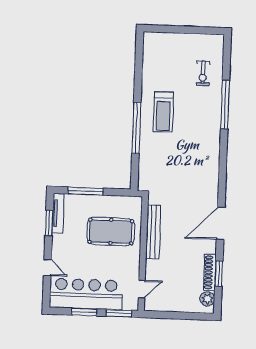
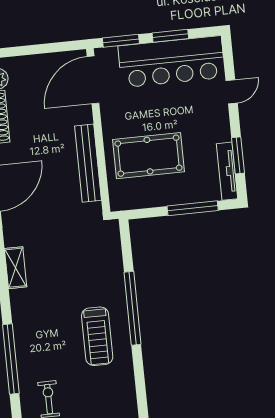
treadmill: (163, 112) -> (97, 336), turned 180
shelving: (213, 167) -> (16, 268), added
door: (47, 268) -> (232, 92), swing flipped
door: (142, 289) -> (93, 80), width x1.88

